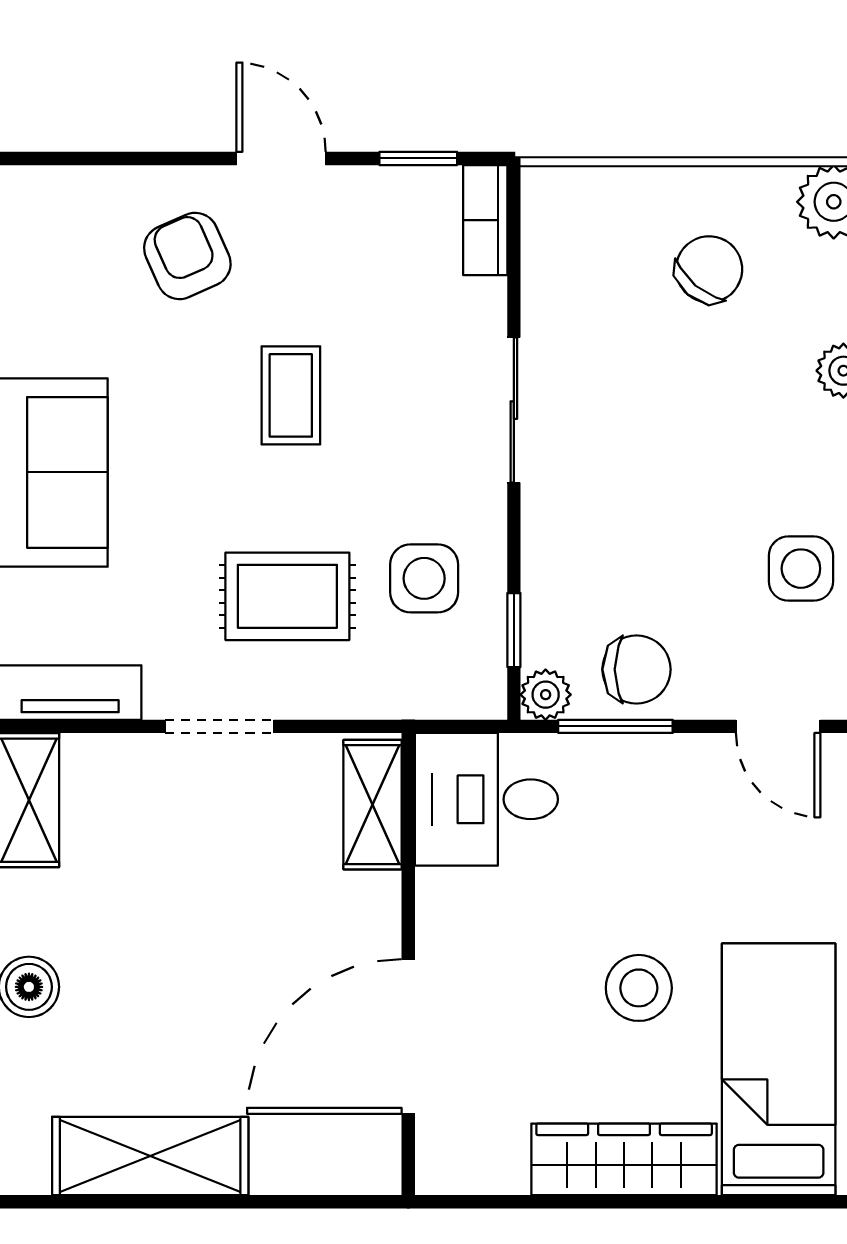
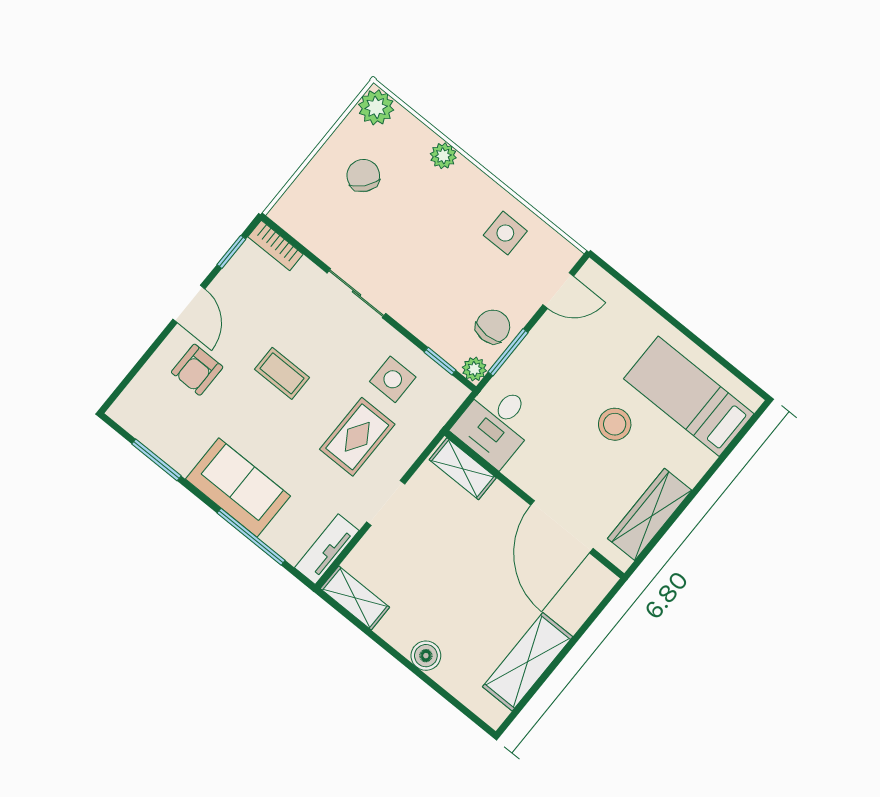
door: (281, 158) -> (189, 304), swing flipped
armchair: (187, 256) -> (197, 370), turned -66
wardrobe: (624, 1159) -> (650, 514), moved

